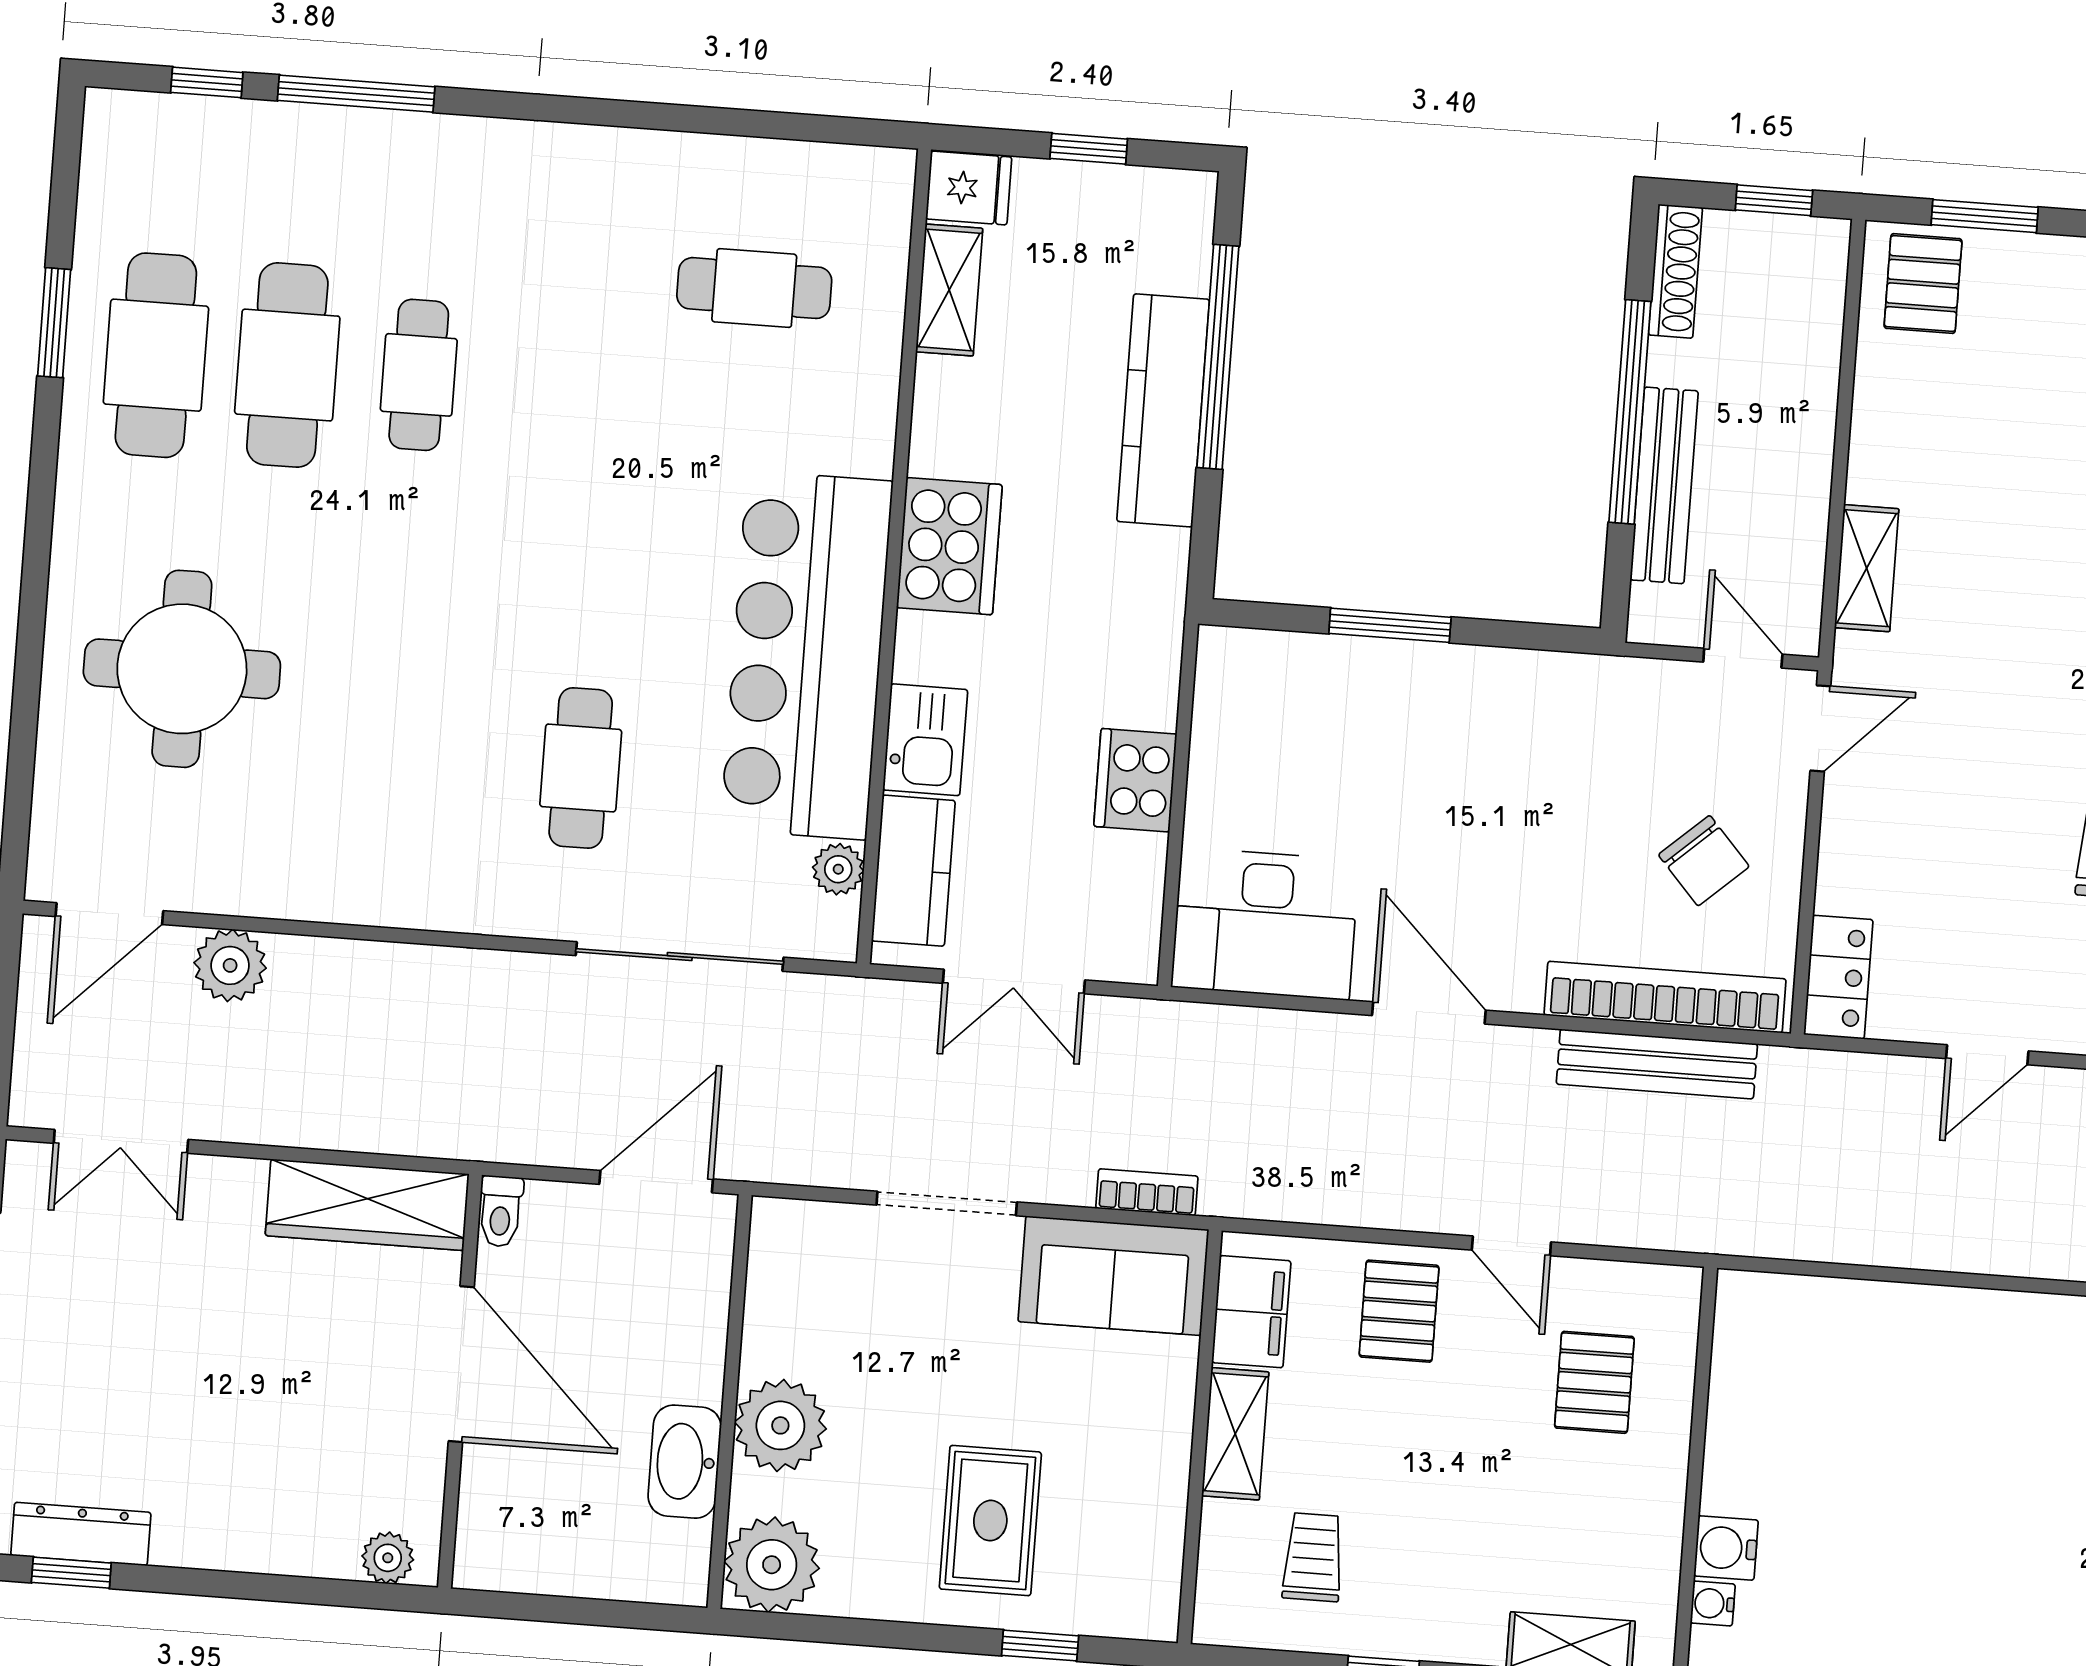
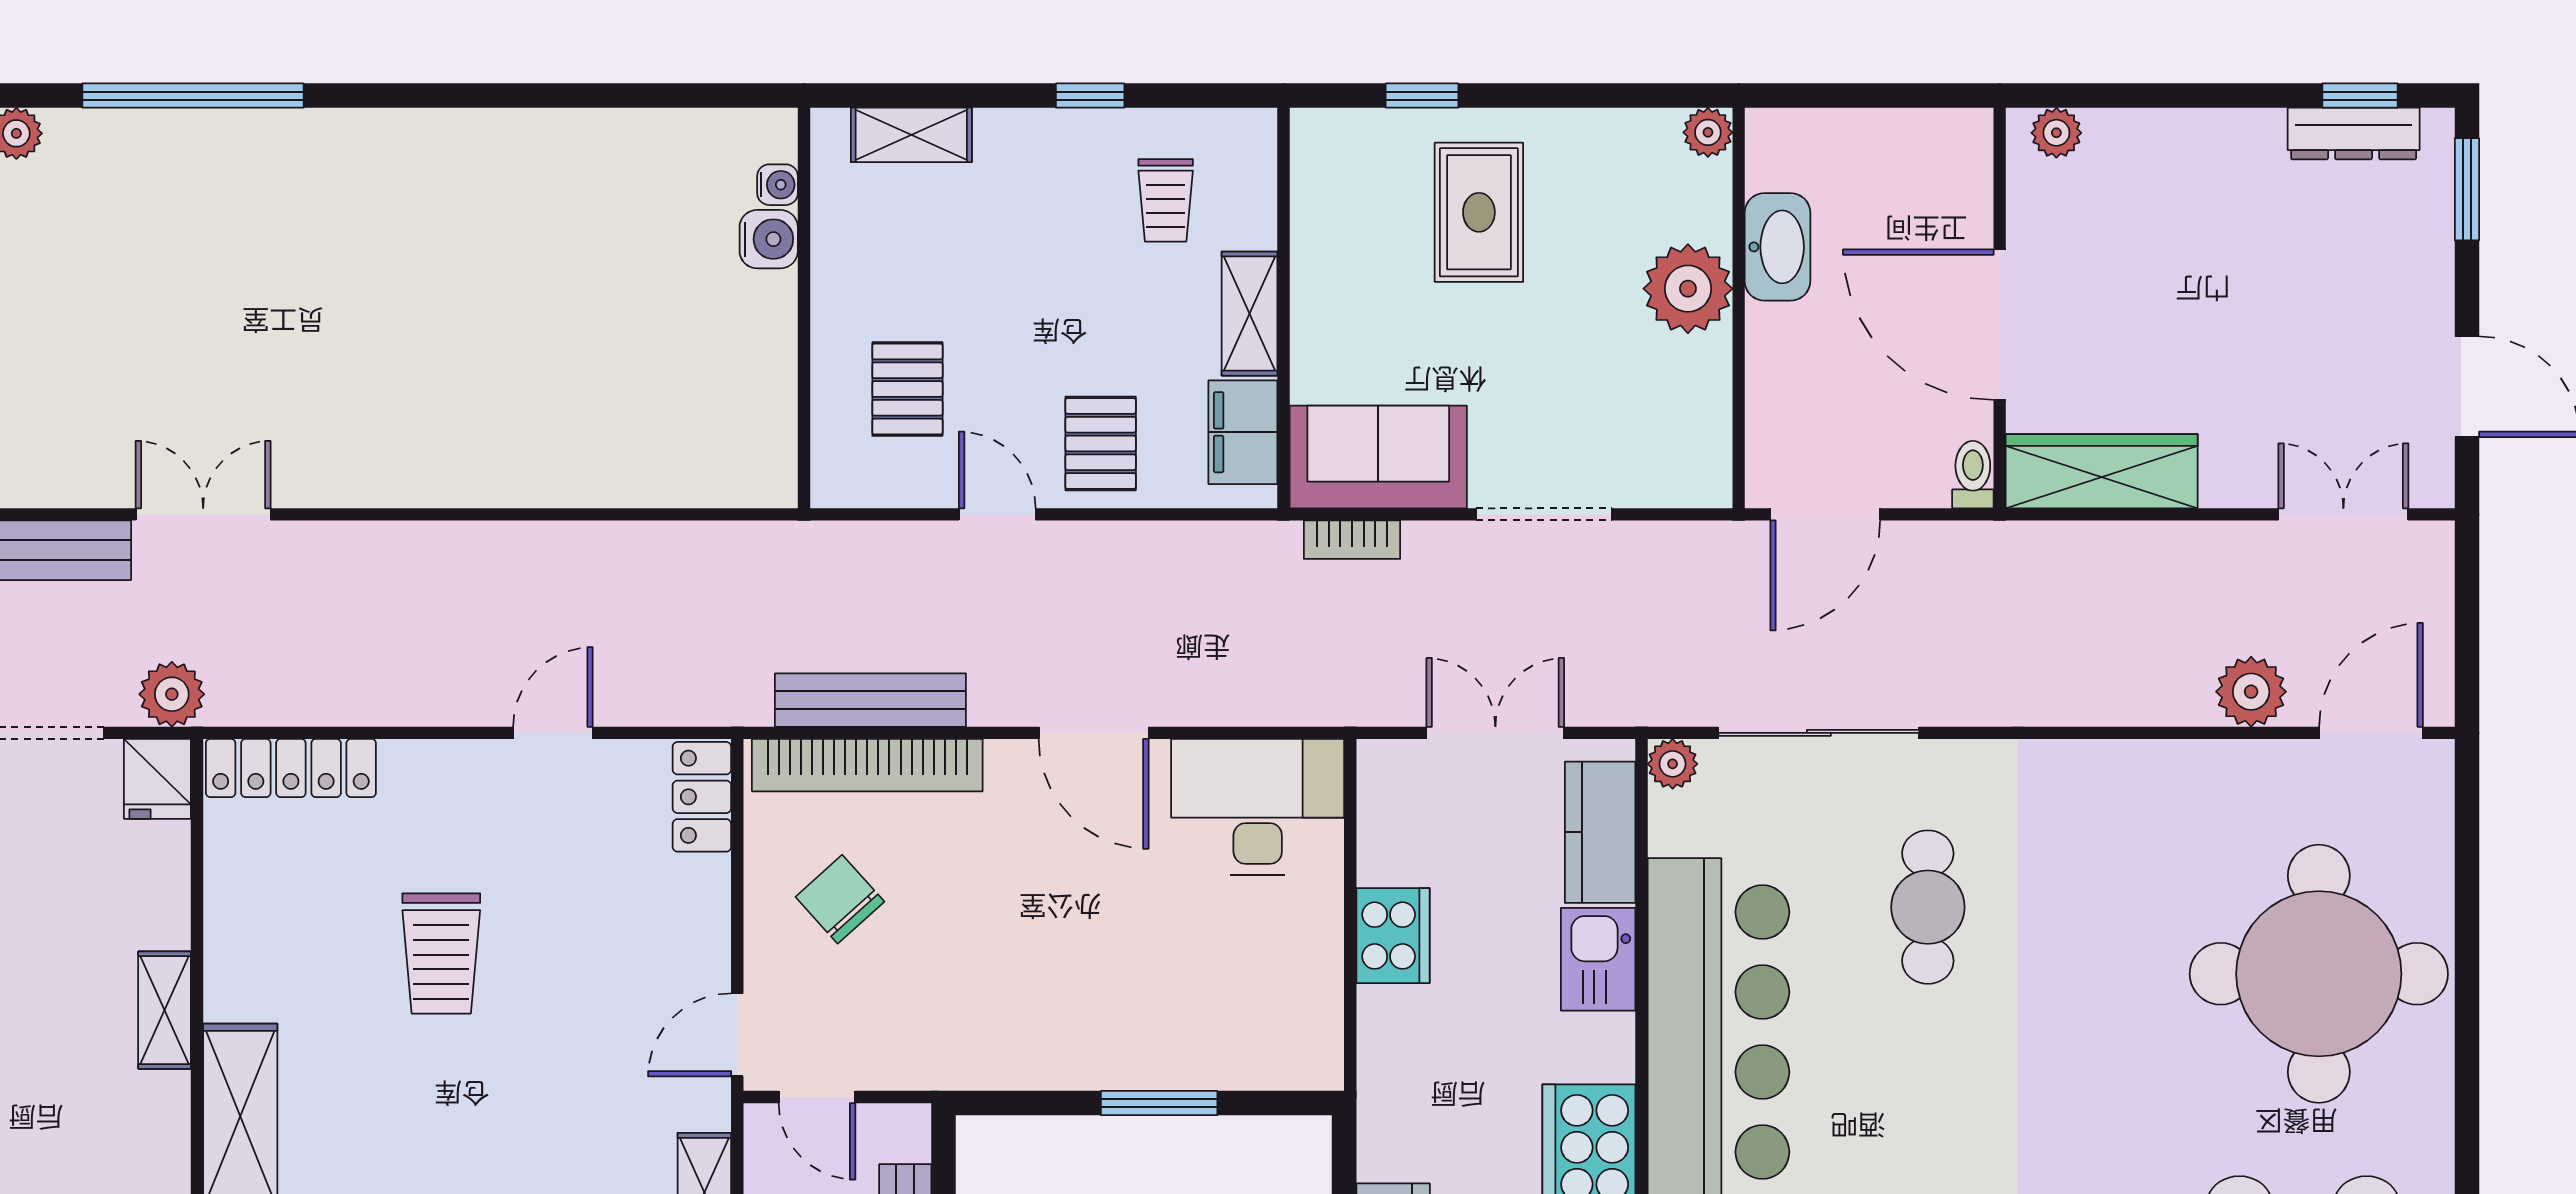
round table: (182, 669) -> (2319, 974), width x1.36, depth x1.36
plant: (838, 869) -> (1673, 764), moved
plant: (772, 1565) -> (1708, 132), width x0.53, depth x0.53

